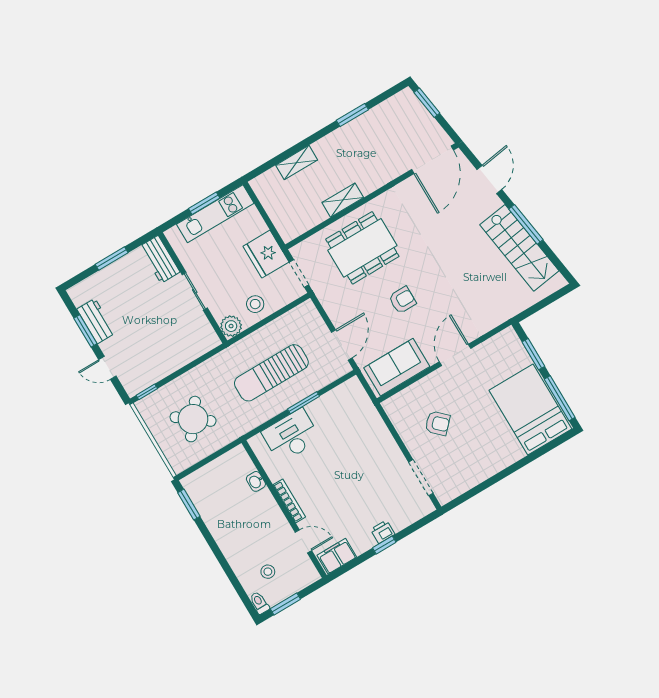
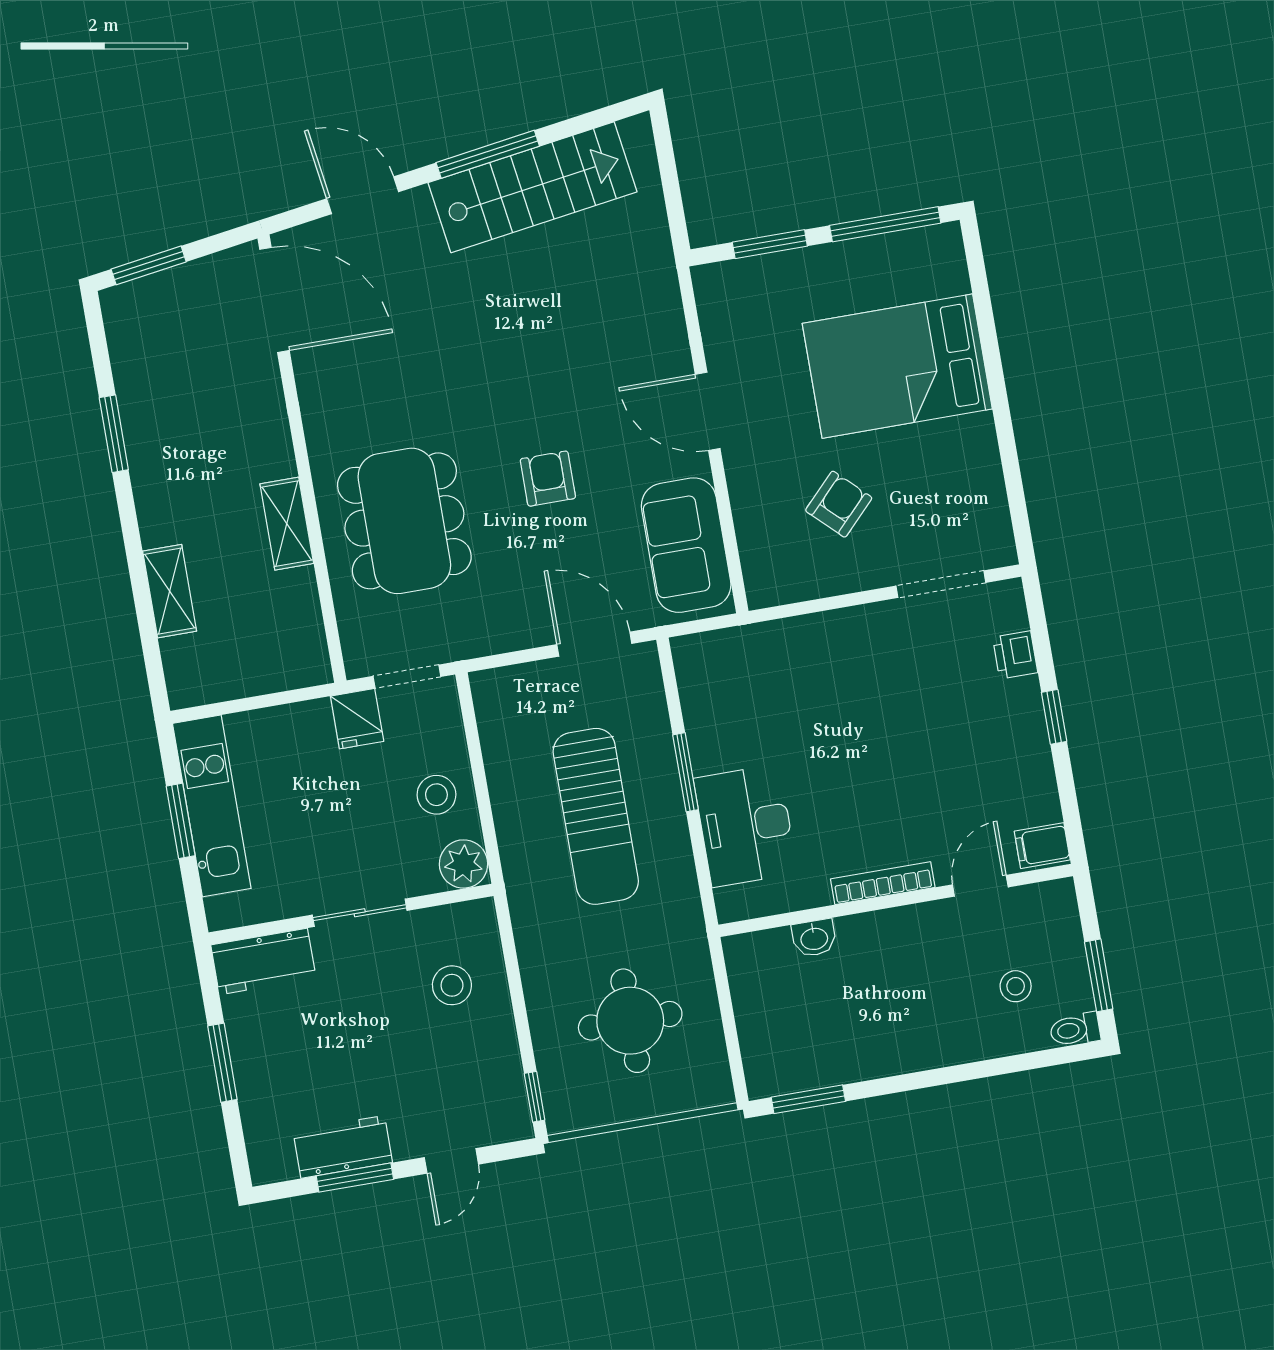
fridge: (266, 254) -> (357, 719), width x0.53, depth x0.75
stool: (179, 340) -> (452, 985), added
bed: (530, 410) -> (897, 366), moved
round table: (193, 419) -> (630, 1021), turned -37
printer: (383, 532) -> (1015, 655), moved
filing cabinet: (337, 556) -> (1042, 846), width x0.50

